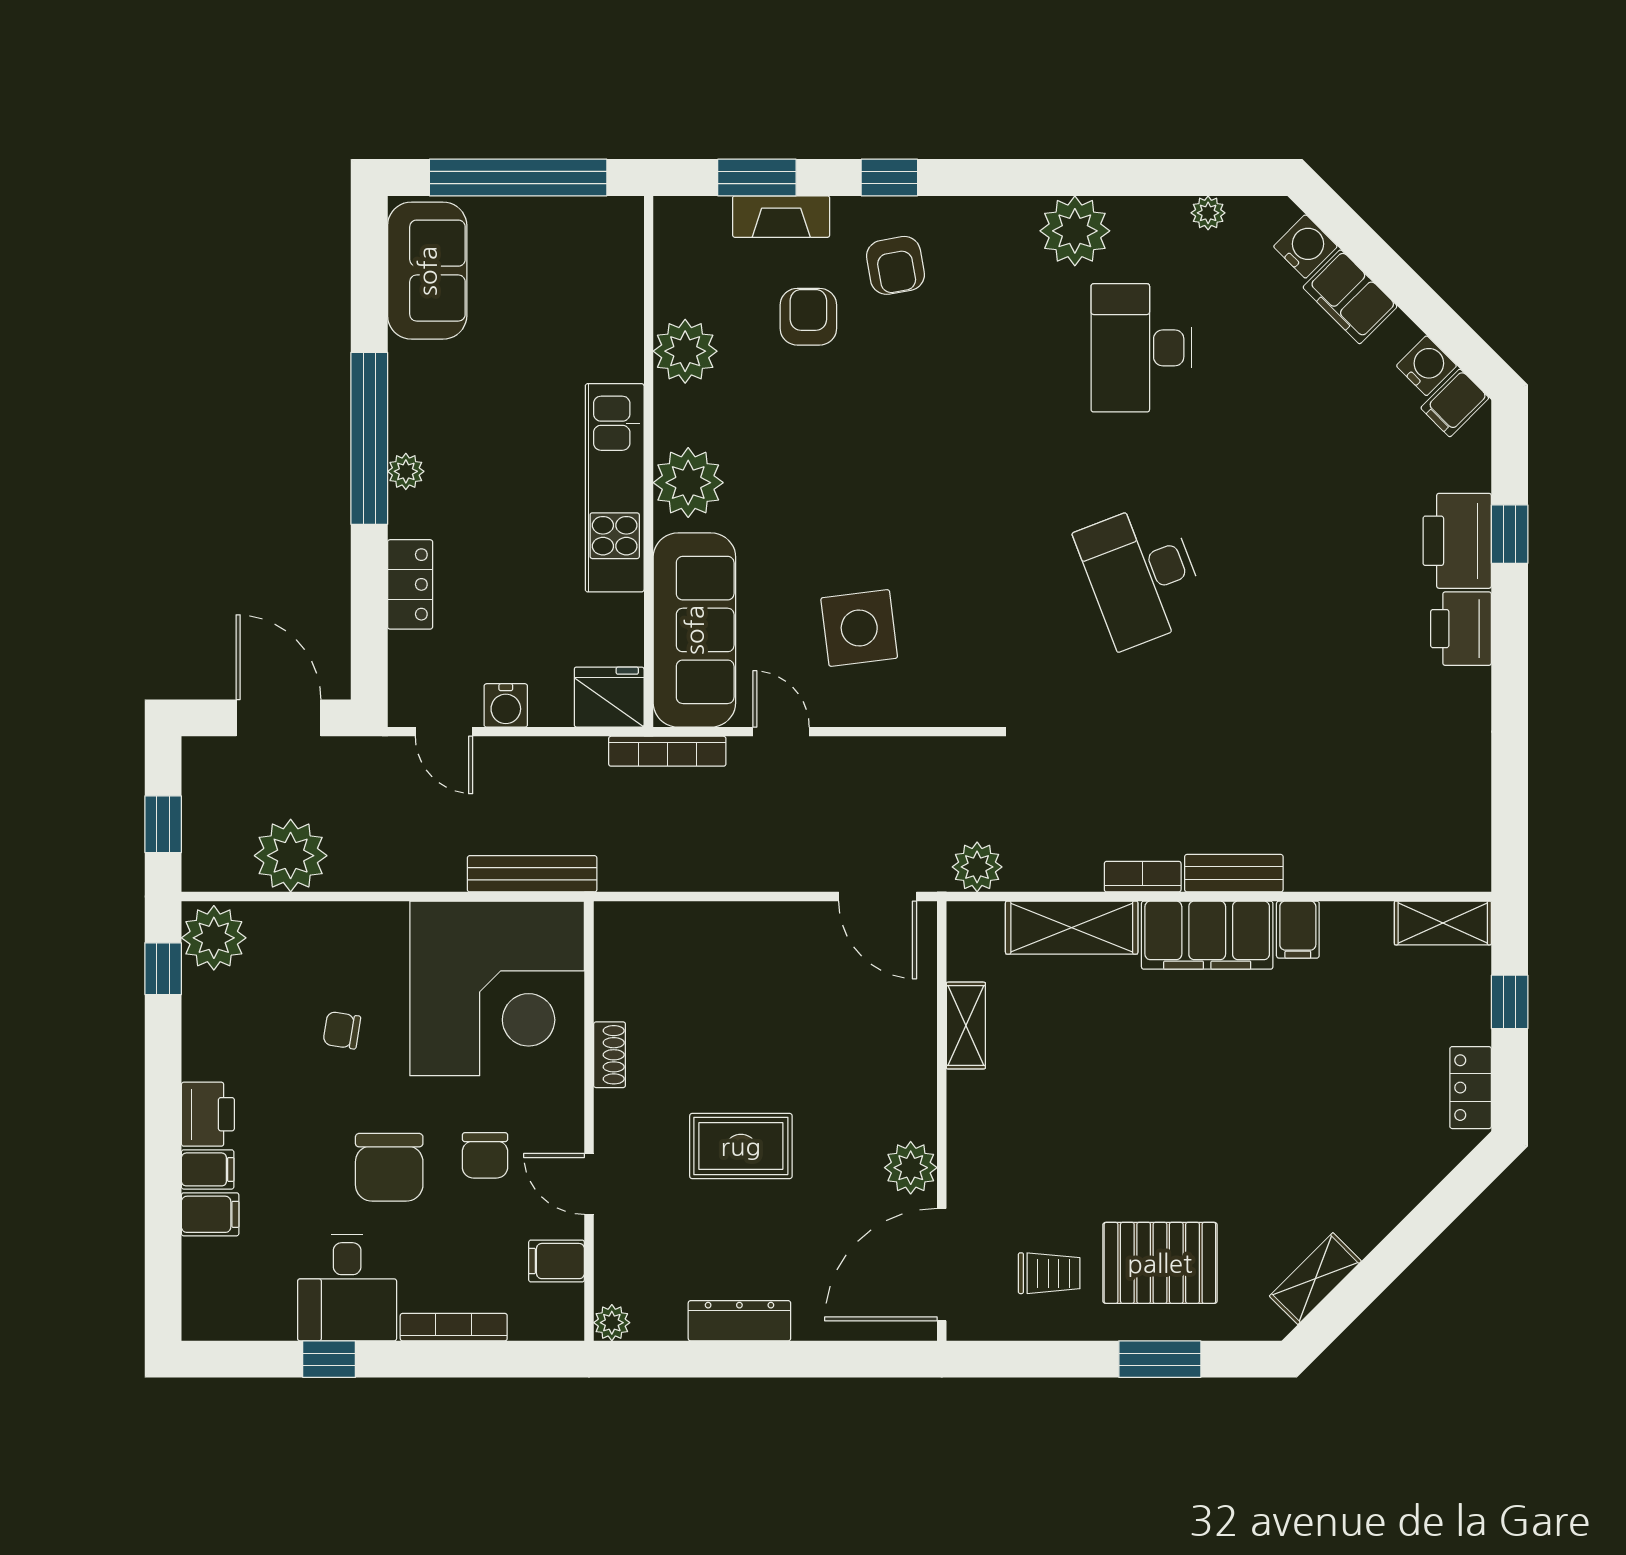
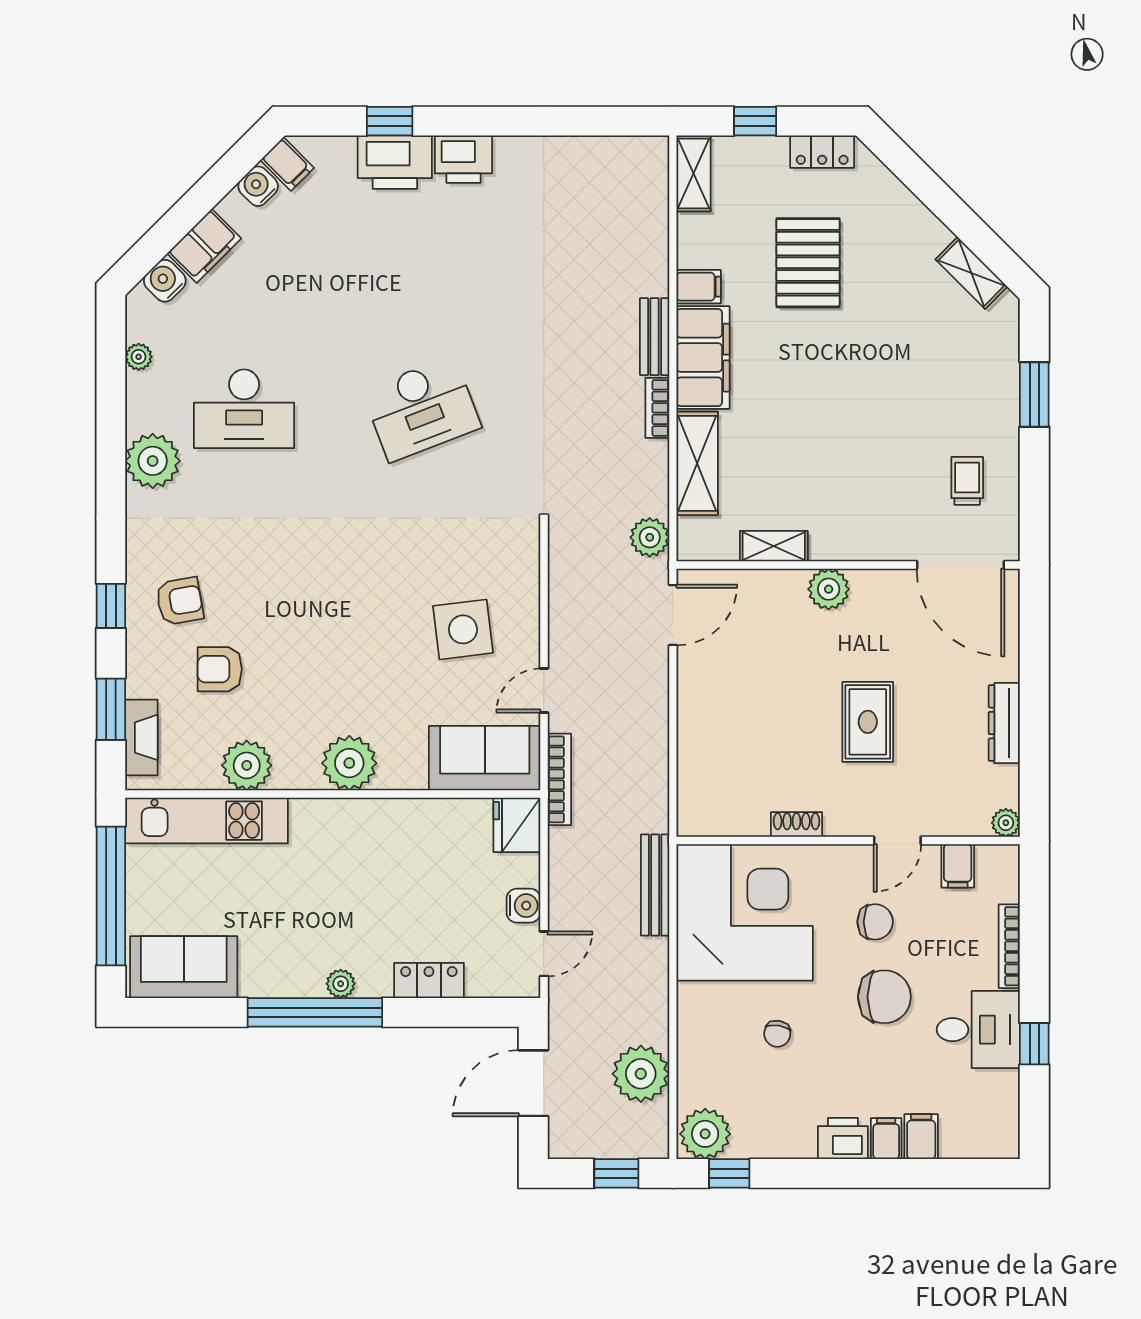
fireplace: (781, 217) -> (141, 737), moved
kitchen unit: (615, 488) -> (207, 821), moved
sofa: (694, 630) -> (485, 758), width x0.73
plant: (911, 1168) -> (829, 589), moved
pallet: (1160, 1263) -> (808, 263), moved

